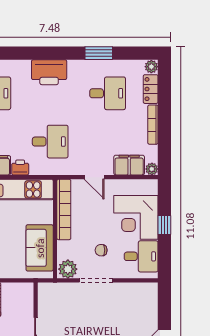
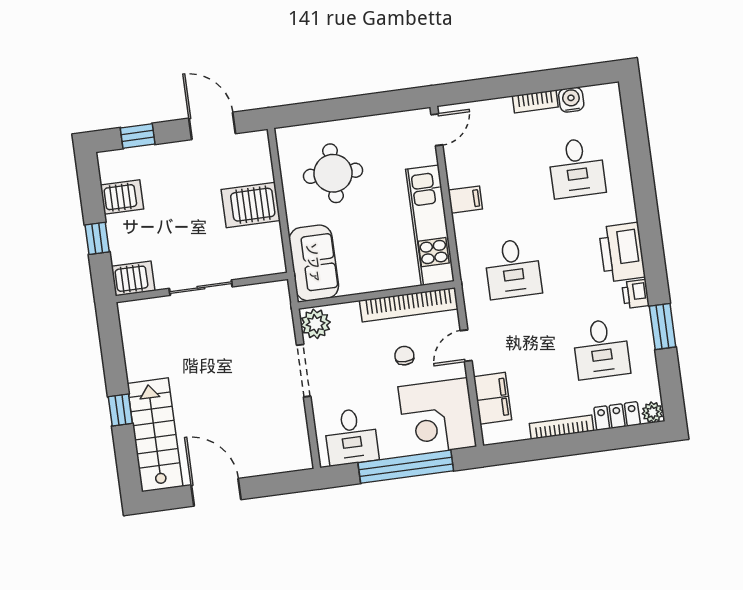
printer: (20, 168) -> (636, 294), moved, turned 180
plant: (152, 169) -> (491, 435), removed
corner desk: (136, 217) -> (437, 417), moved, turned -90
window: (164, 225) -> (406, 467), width x3.17
sofa: (40, 248) -> (314, 263), moved, turned 90
chair: (101, 250) -> (404, 356), moved

